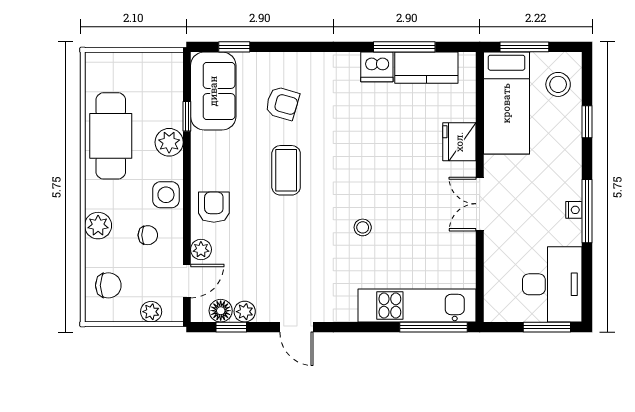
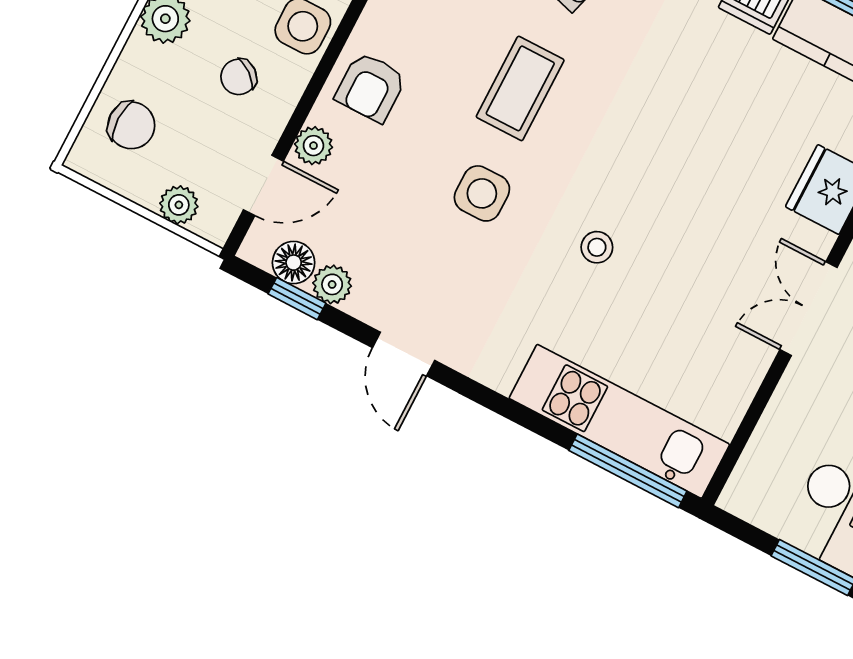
armchair: (214, 207) -> (371, 87), turned 180
side table: (294, 230) -> (482, 193), added
chair: (148, 235) -> (239, 77), turned 128

